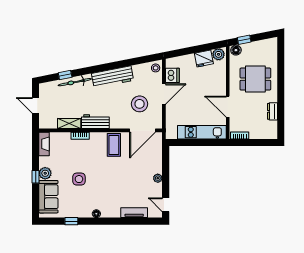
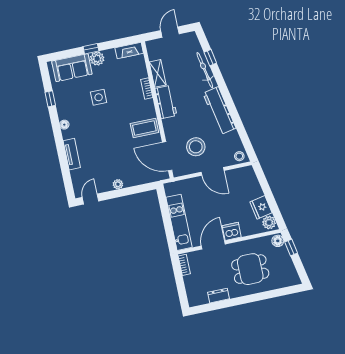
dishwasher: (172, 75) -> (232, 231), moved, turned 180
dining table: (255, 79) -> (250, 269), turned 90
tv unit: (134, 213) -> (72, 154), moved

